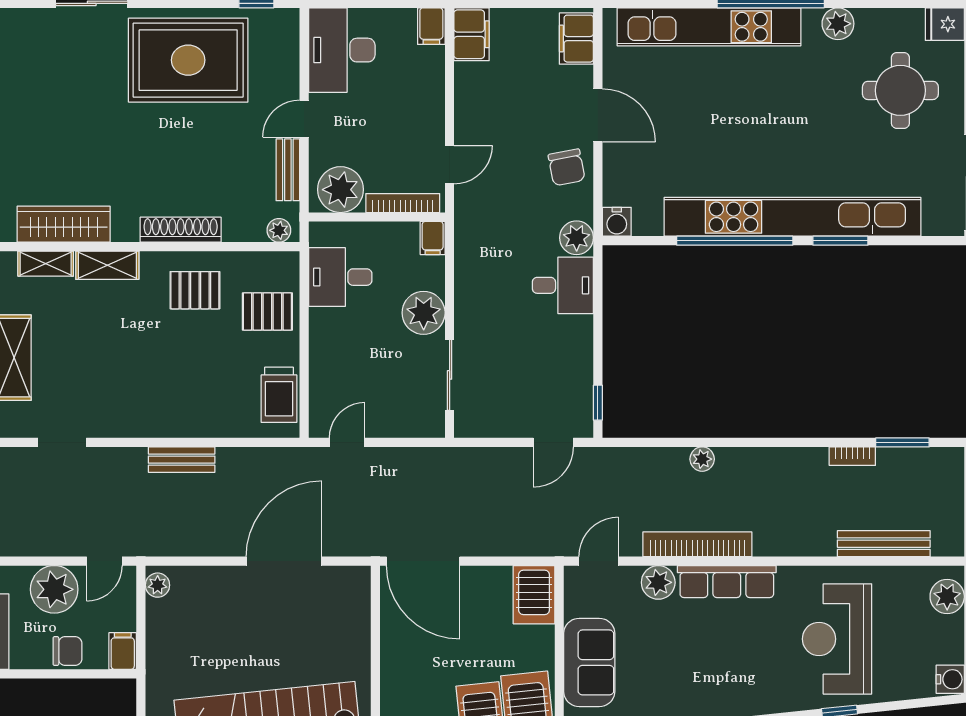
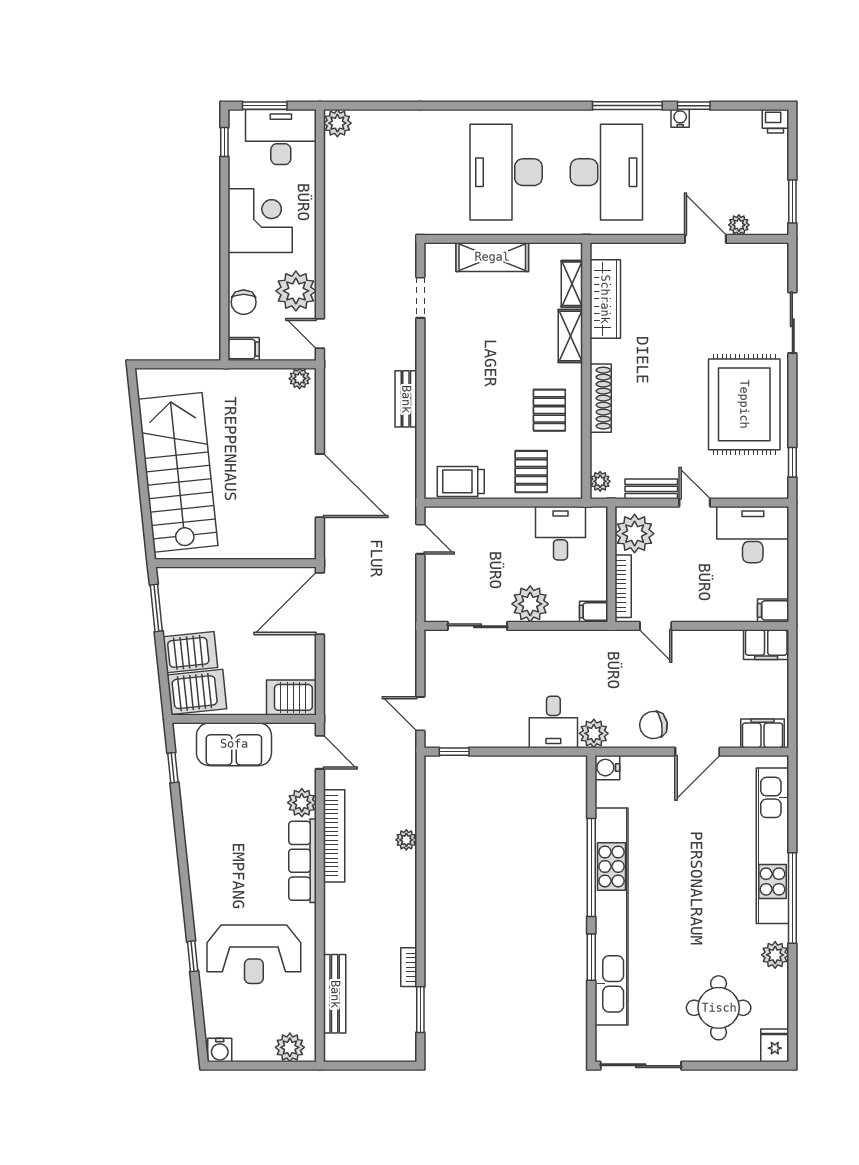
reception desk: (837, 639) -> (254, 954), turned 180

